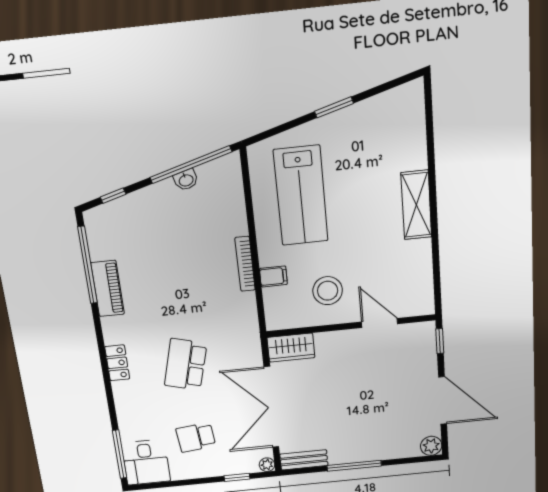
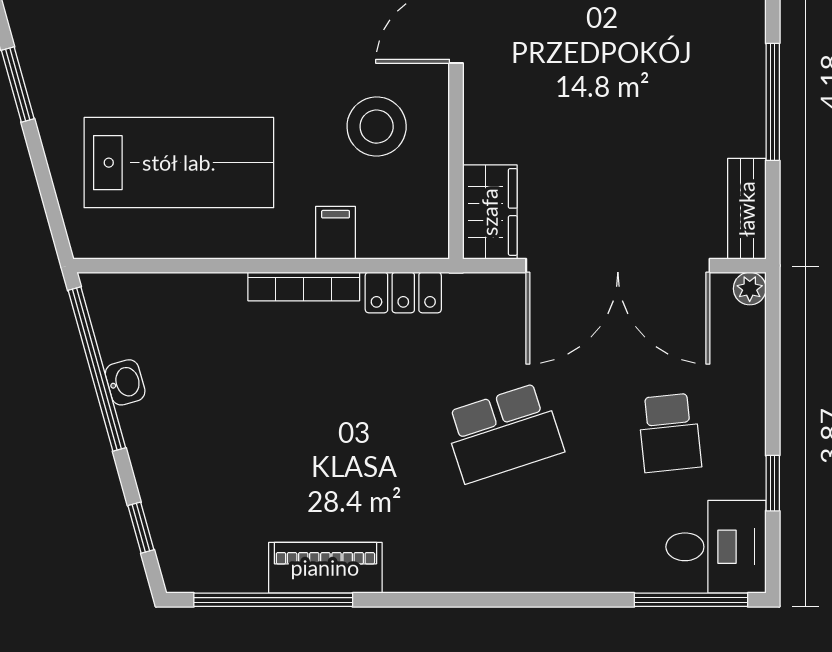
locker: (117, 363) -> (403, 292), moved, turned 180
school desk: (186, 364) -> (503, 433), turned -33
window: (237, 477) -> (773, 483), moved

